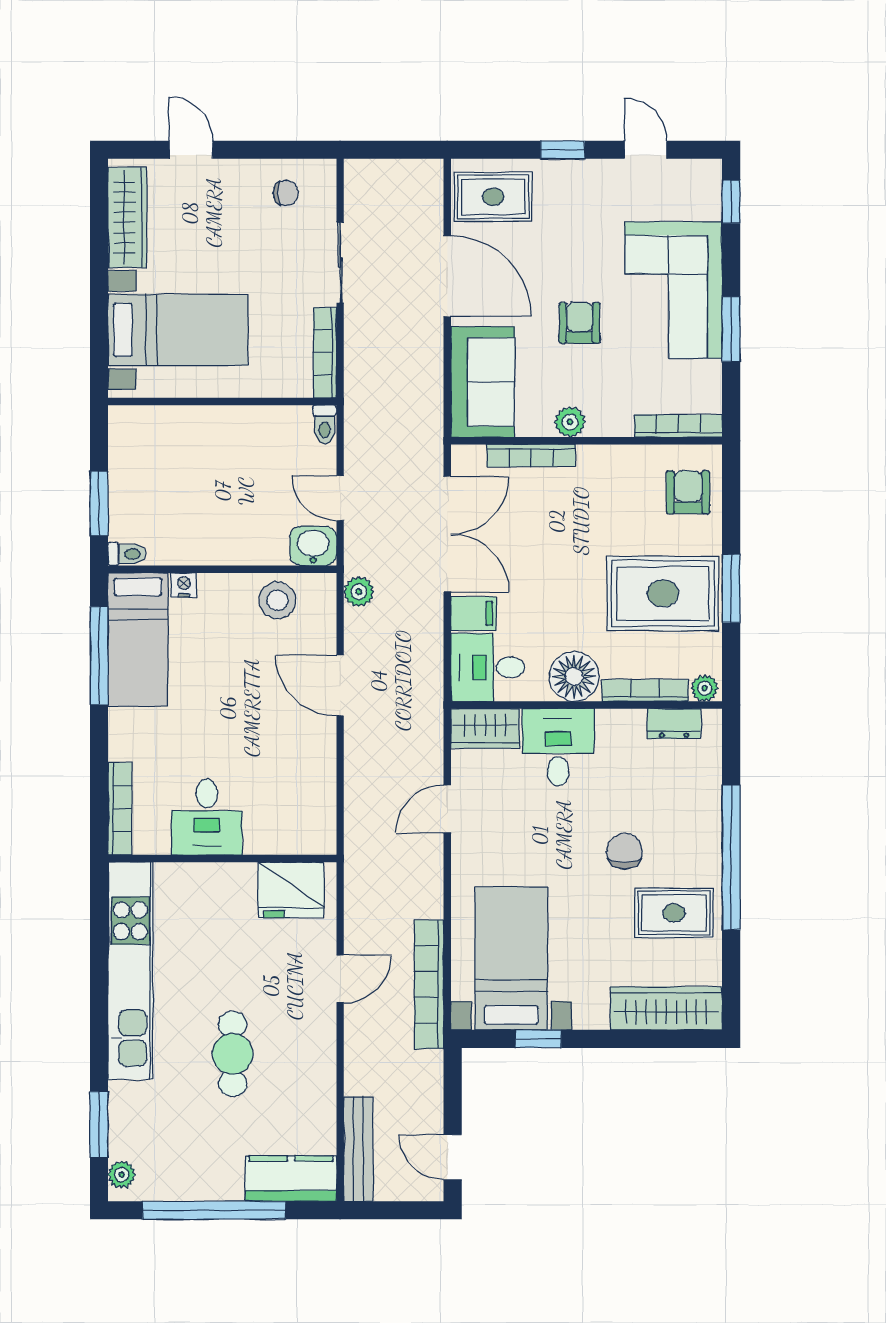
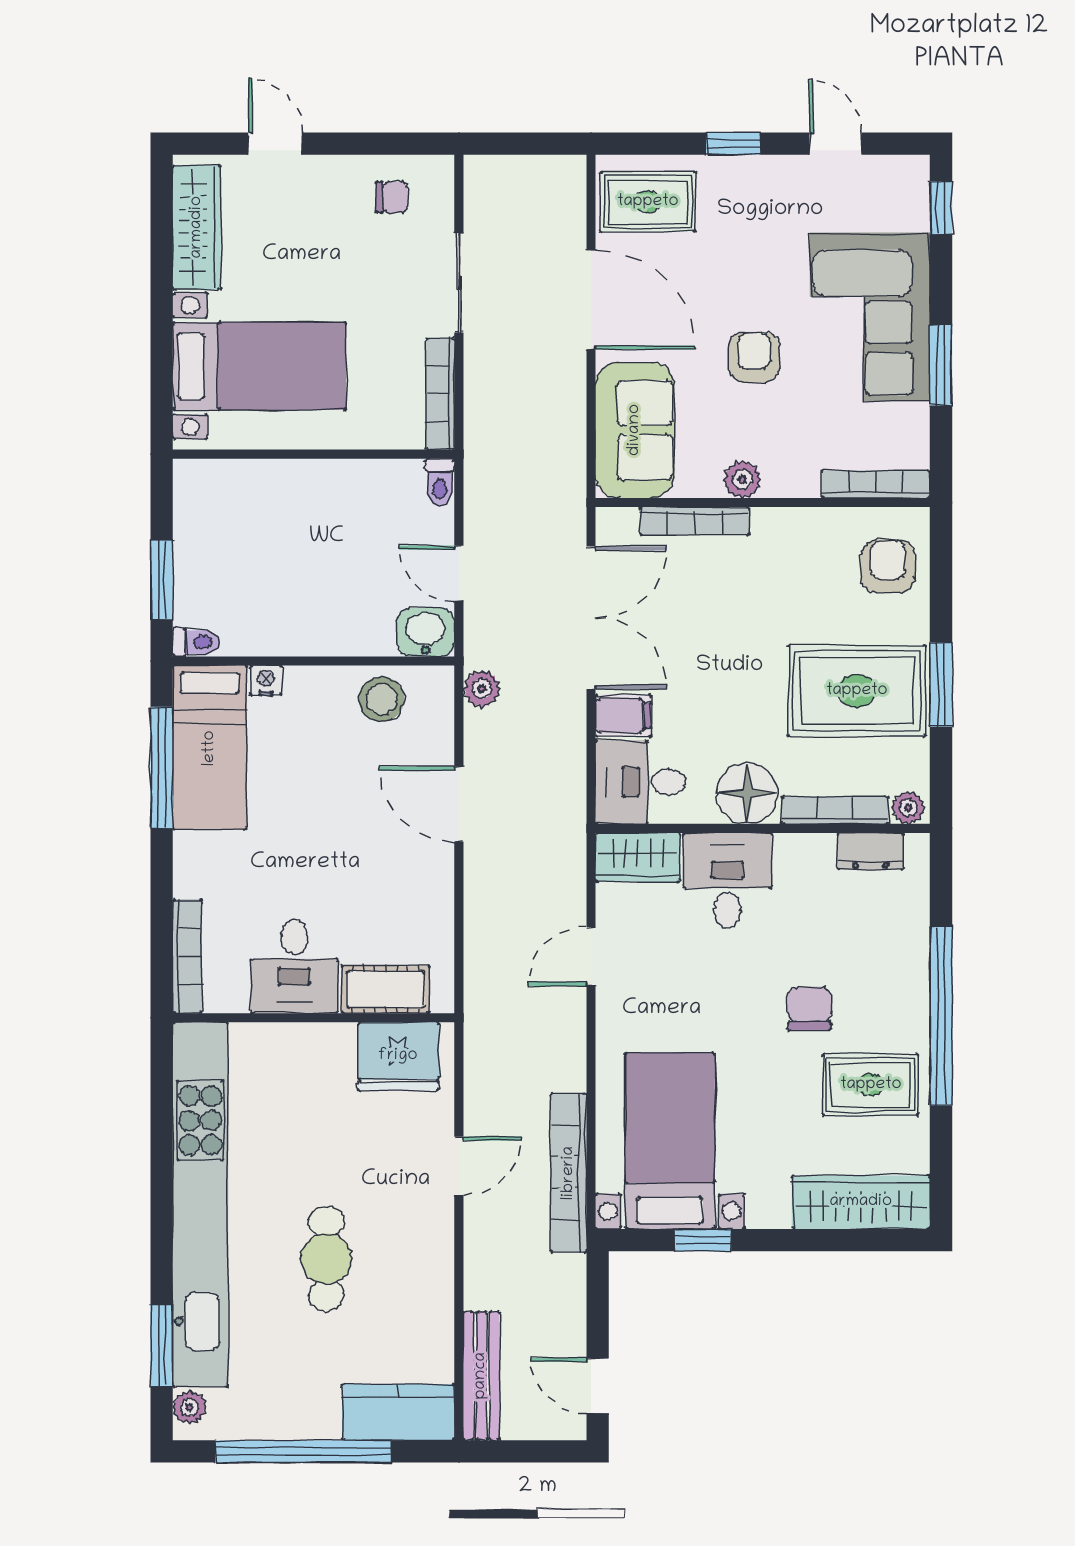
cot: (281, 836) -> (386, 989), added
kitchen unit: (130, 971) -> (200, 1205), width x1.36

